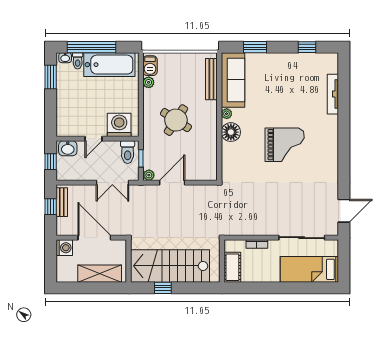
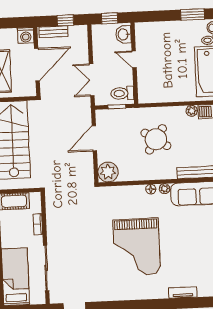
tv unit: (333, 94) -> (183, 292), width x0.71
washing machine: (119, 125) -> (149, 84), removed
floor lamp: (231, 132) -> (151, 189), width x0.53, depth x0.53
grand piano: (285, 145) -> (137, 247), width x1.37, depth x1.48
plant: (149, 175) -> (108, 172), moved, width x1.88, depth x1.88
door: (172, 183) -> (94, 138), swing flipped
bench: (62, 202) -> (53, 32), moved

